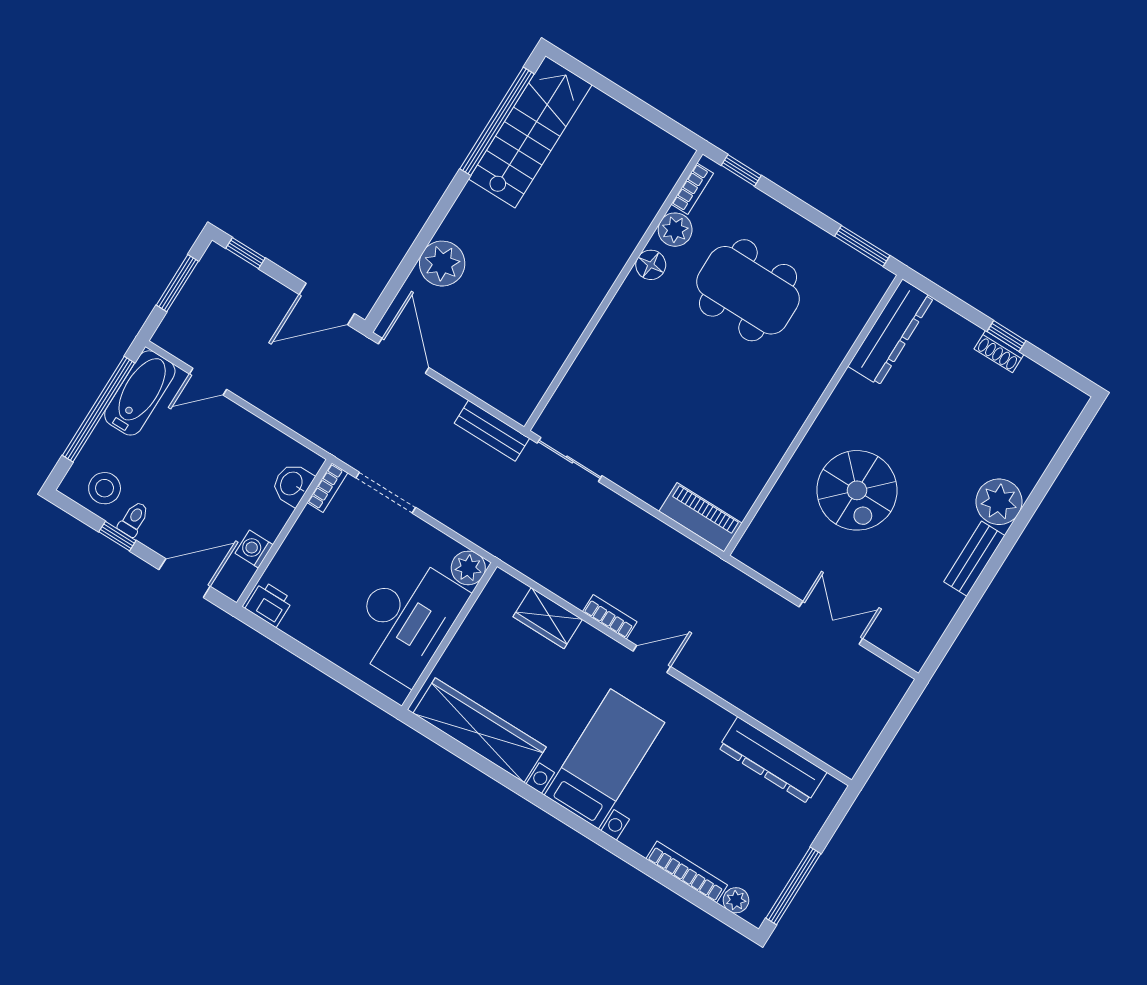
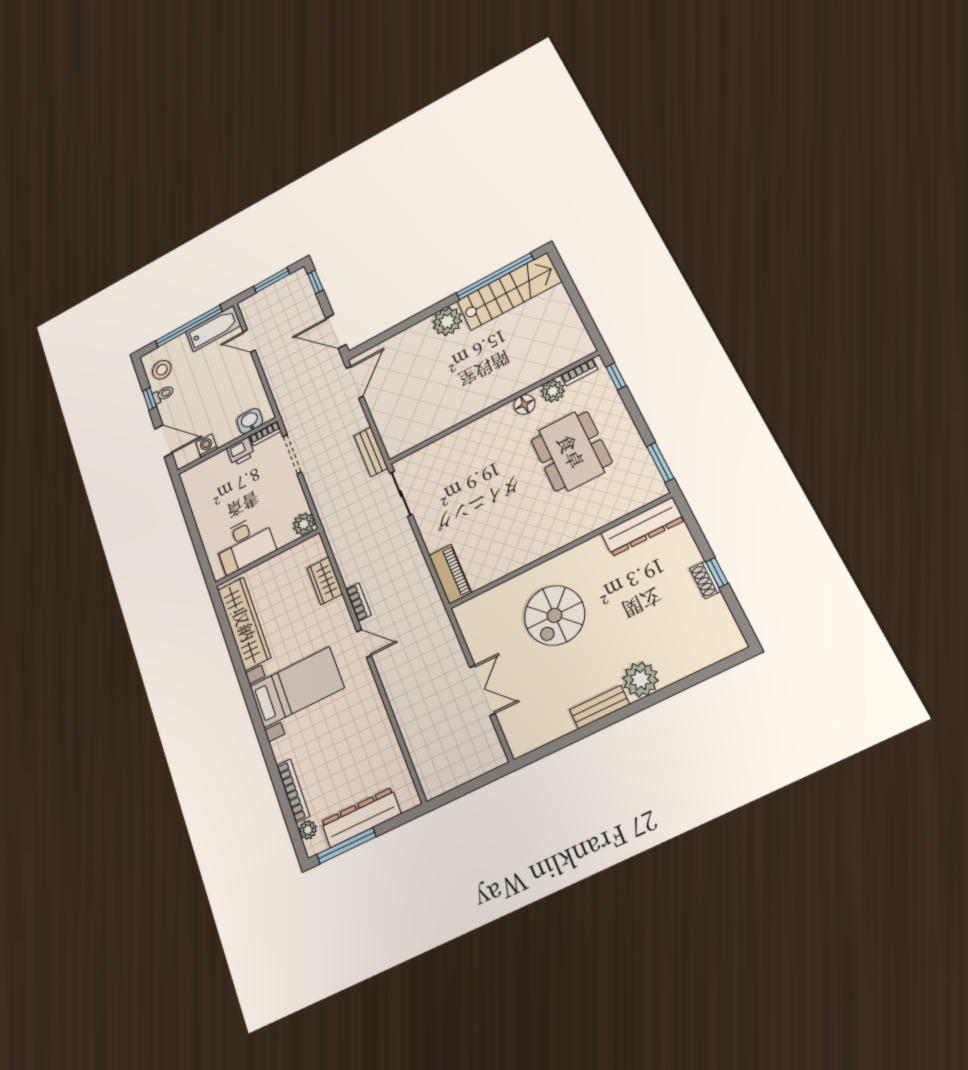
plant: (442, 264) -> (447, 321), moved
printer: (269, 604) -> (241, 452), moved, turned 90
desk: (406, 619) -> (245, 544), width x0.73, depth x0.77
dresser: (773, 760) -> (361, 818), moved, turned 90

